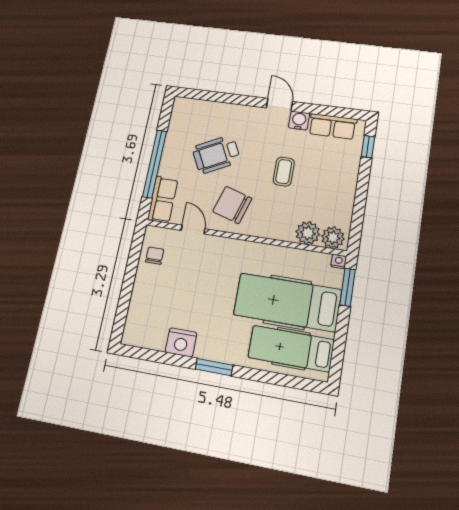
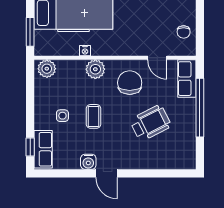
row of seats: (333, 126) -> (43, 149), moved, turned 90
side table: (322, 178) -> (62, 116), added
chair: (232, 205) -> (130, 83), turned -107
plant: (308, 233) -> (95, 69), moved
nightstand: (339, 261) -> (85, 51), moved

